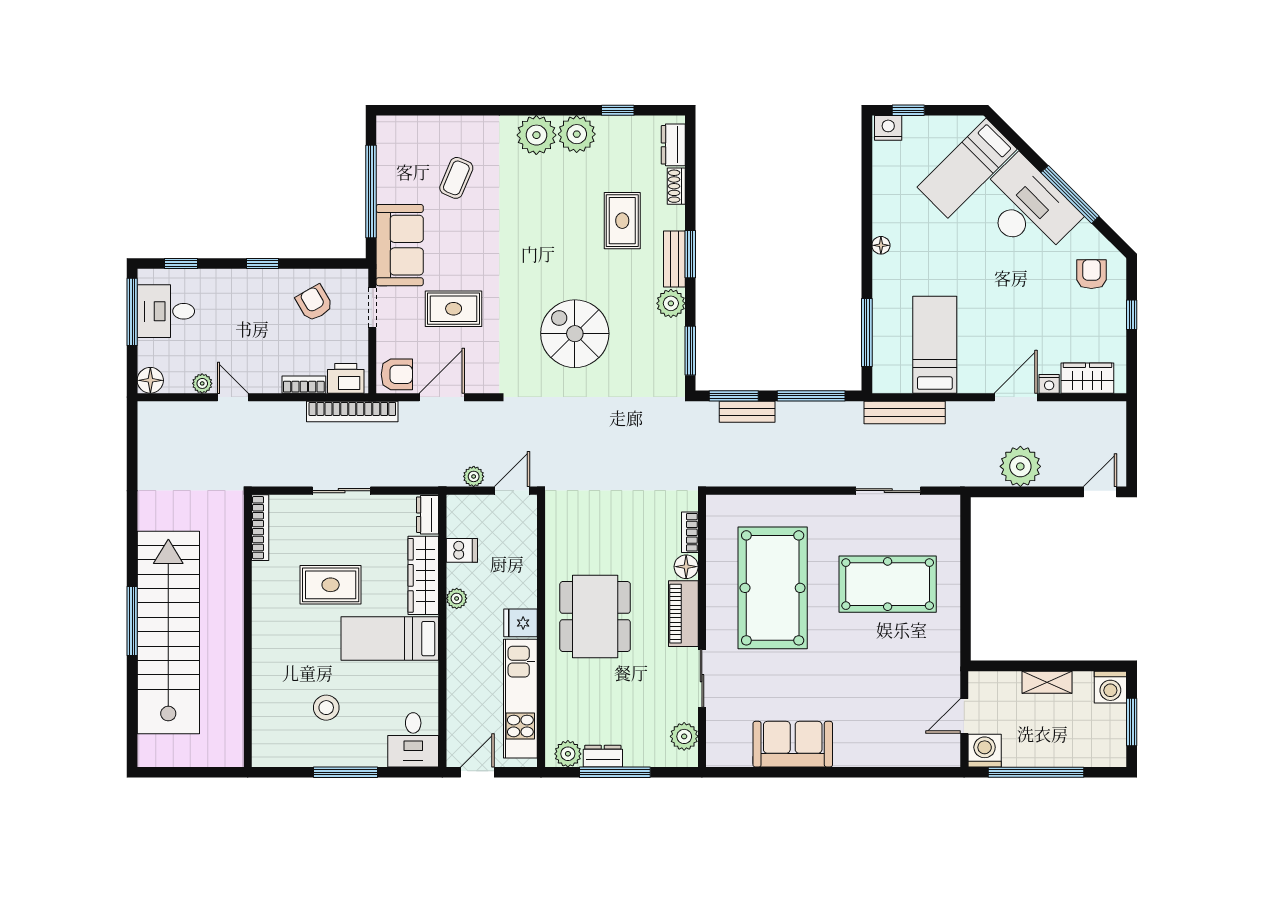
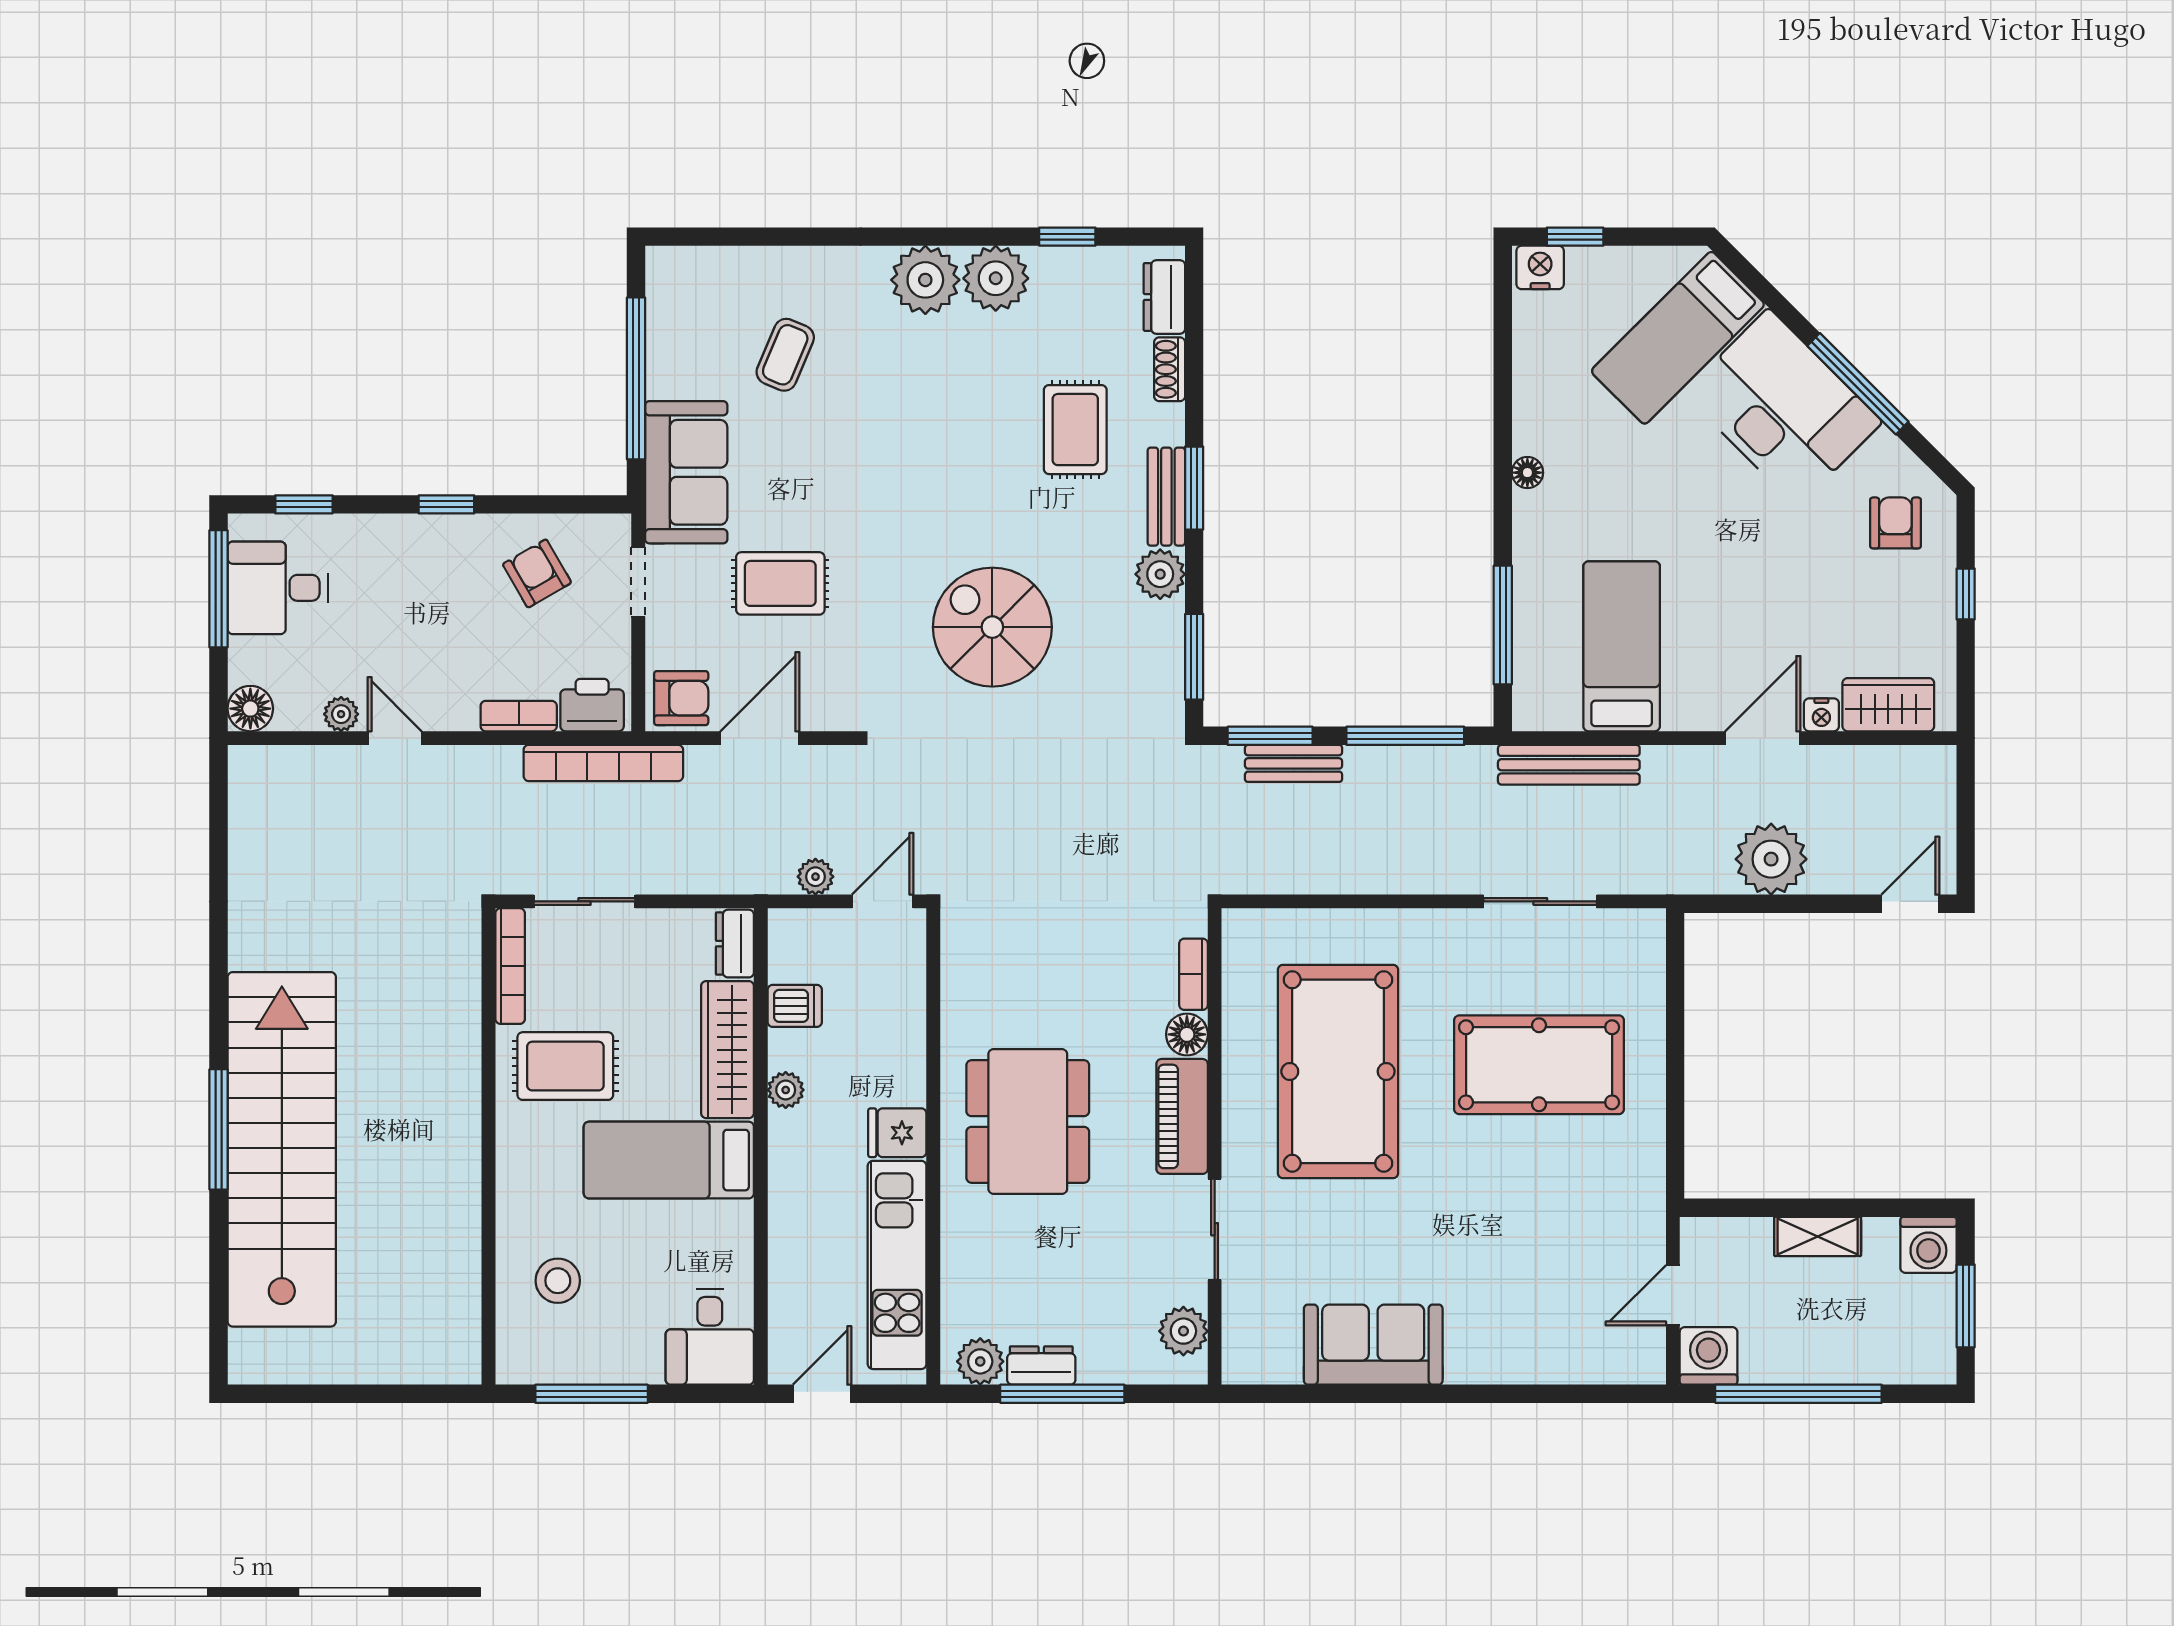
bookcase: (260, 528) -> (510, 966), moved
wall: (248, 631) -> (489, 1146), moved

